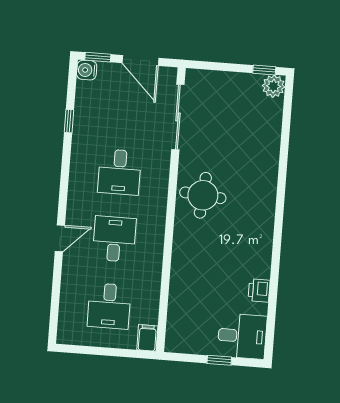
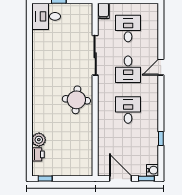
plant: (273, 86) -> (39, 140), moved
sliding door: (178, 117) -> (95, 55), moved
printer: (259, 291) -> (38, 154), moved

